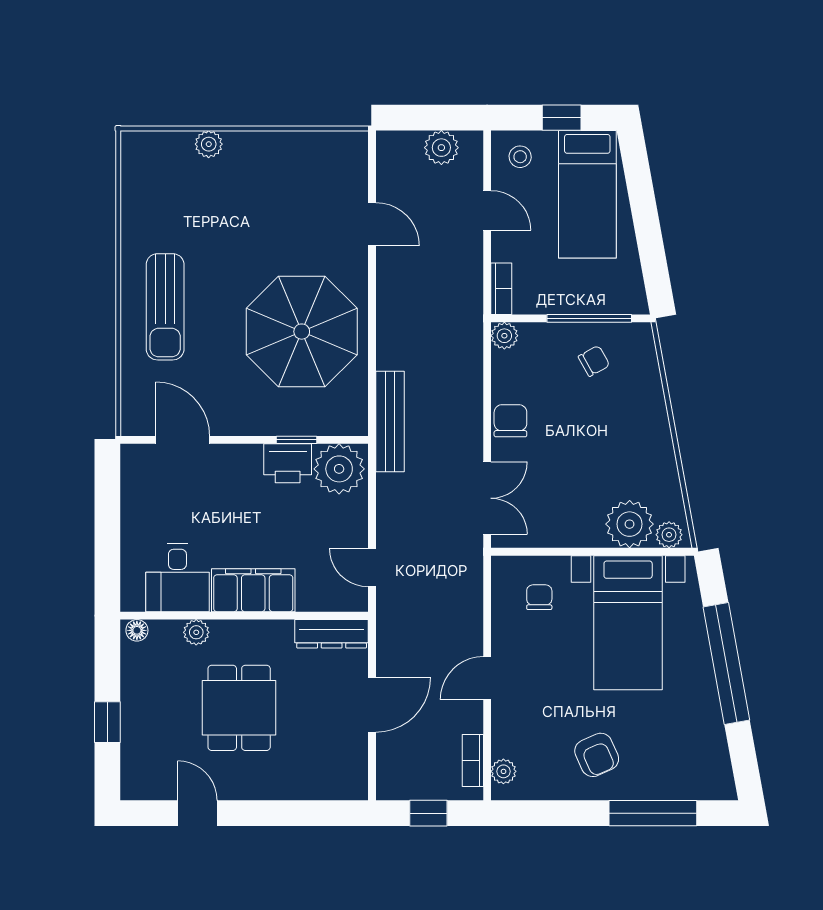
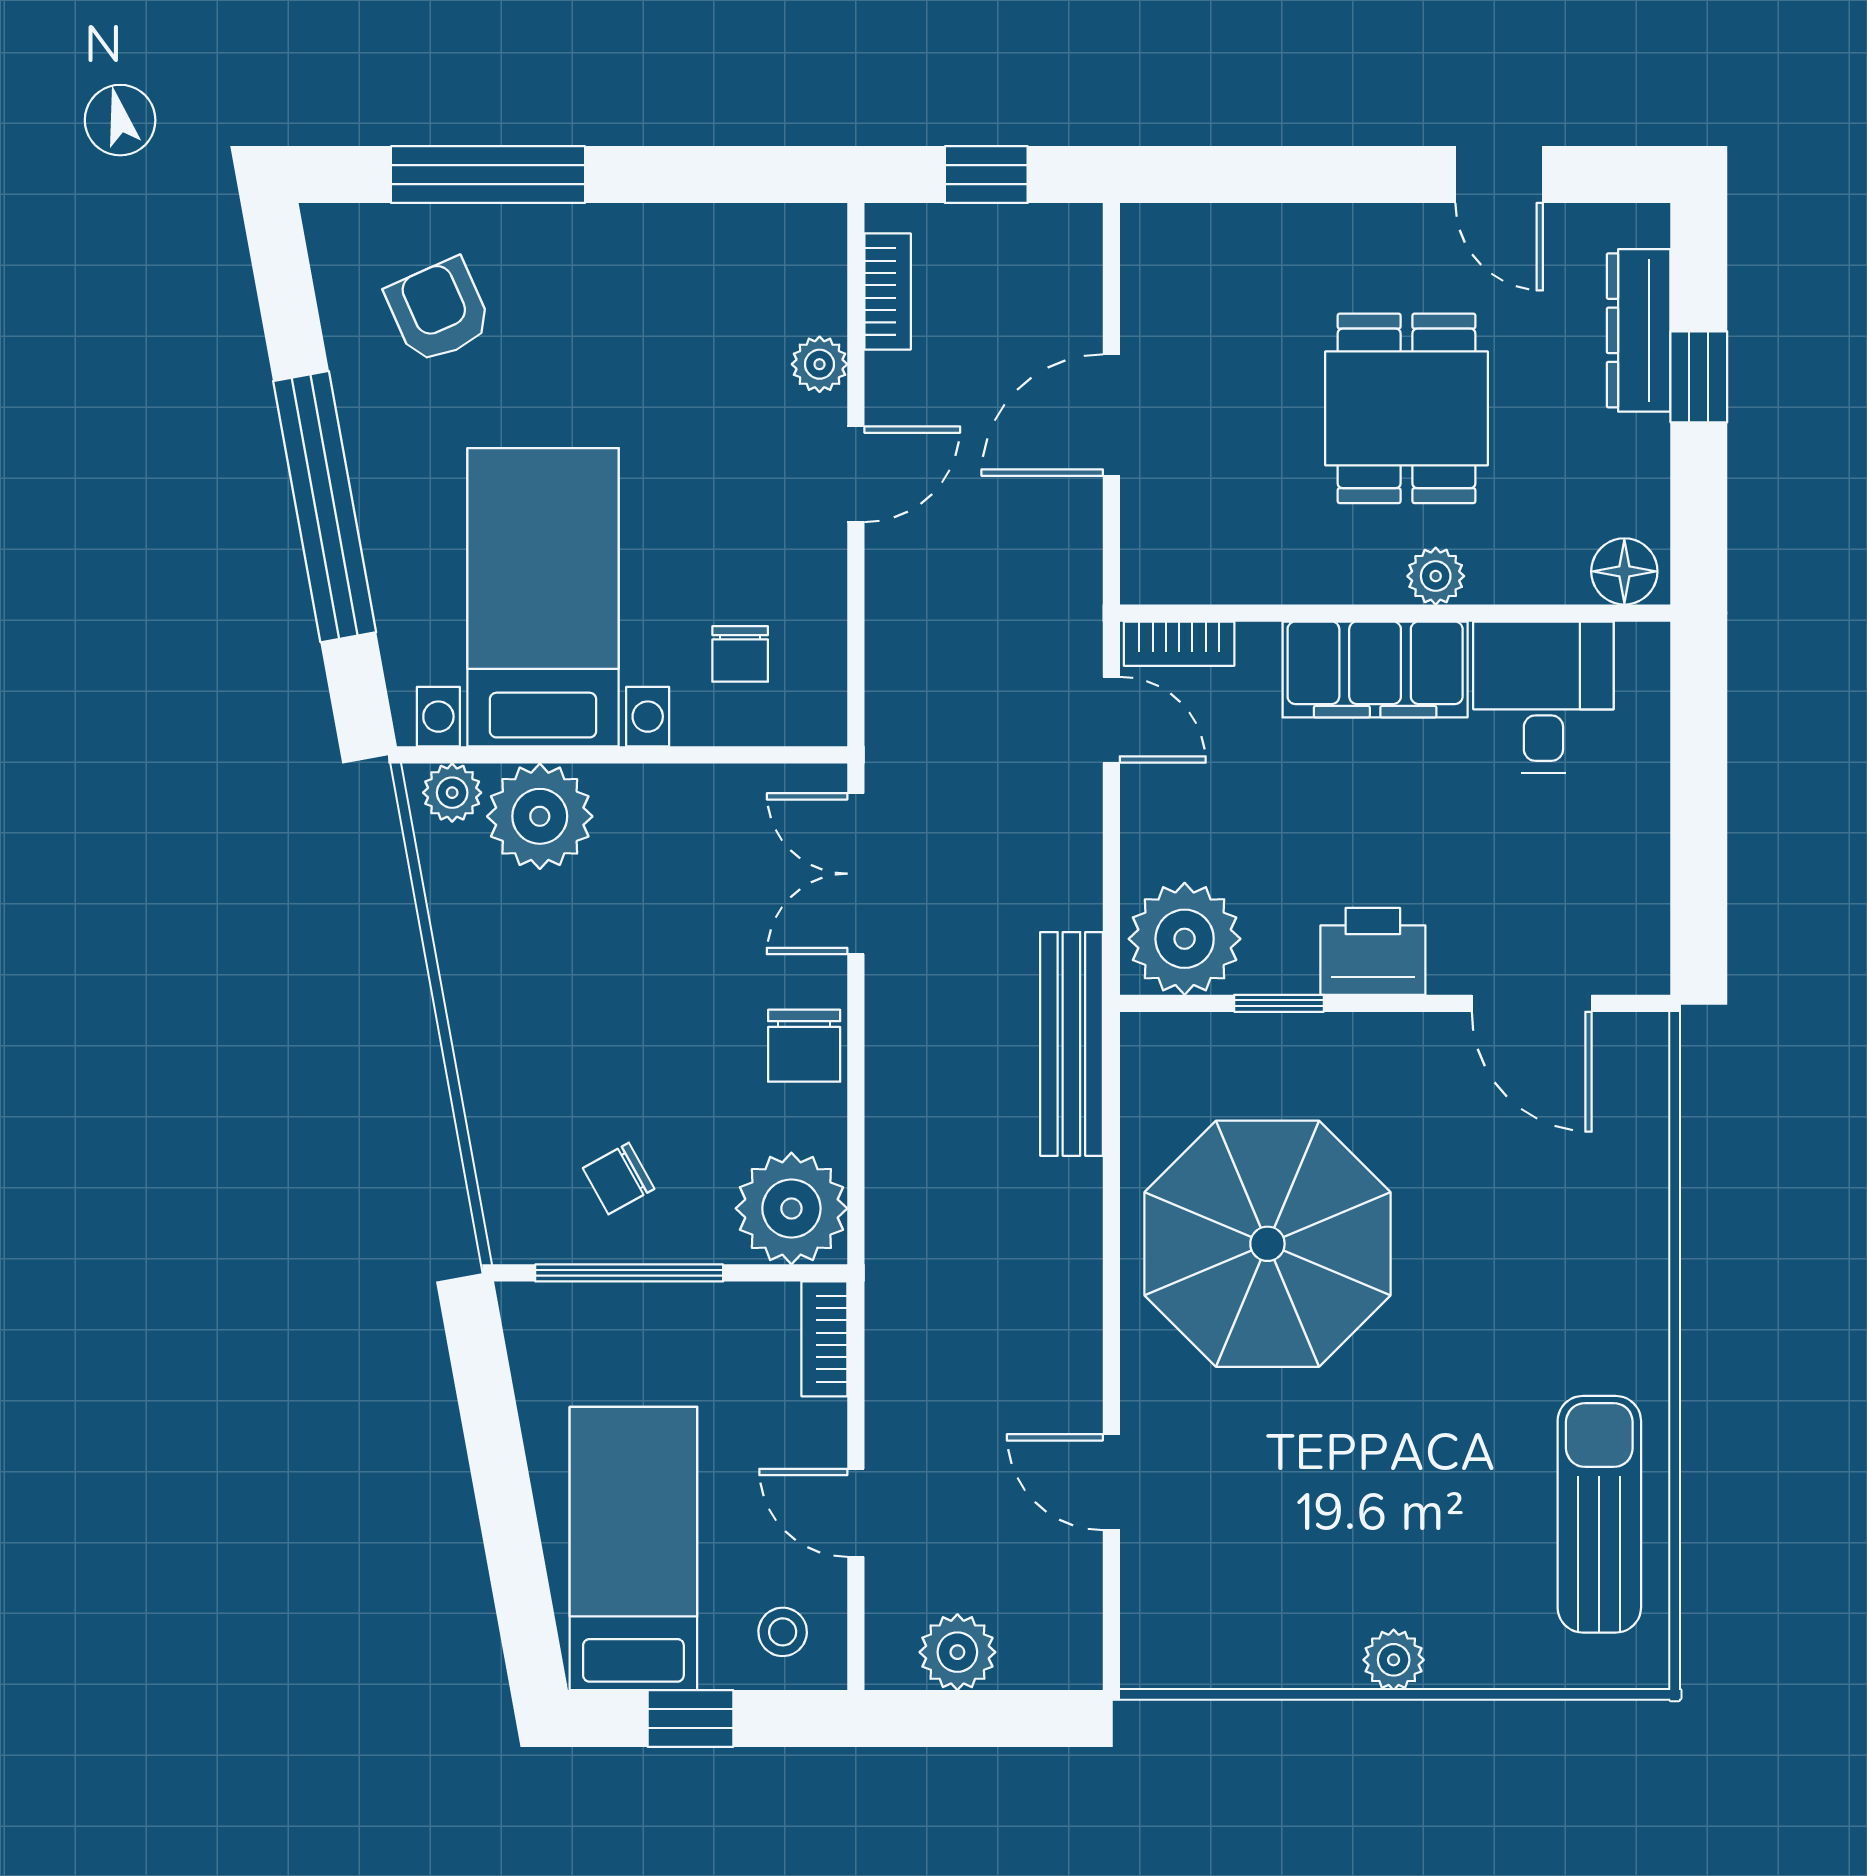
plant: (209, 144) -> (1394, 1660), moved
sun lounger: (165, 307) -> (1599, 1514), moved
plant: (504, 336) -> (791, 1208), width x1.87, depth x1.87
printer: (288, 463) -> (1373, 951), moved
bookcase: (342, 602) -> (1179, 644), added
floor lamp: (137, 630) -> (1624, 571), width x1.37, depth x1.37
plant: (196, 632) -> (1436, 576), moved
dresser: (332, 634) -> (1639, 330), moved, turned -90
armchair: (597, 755) -> (439, 311), moved
plant: (503, 771) -> (820, 364), moved

